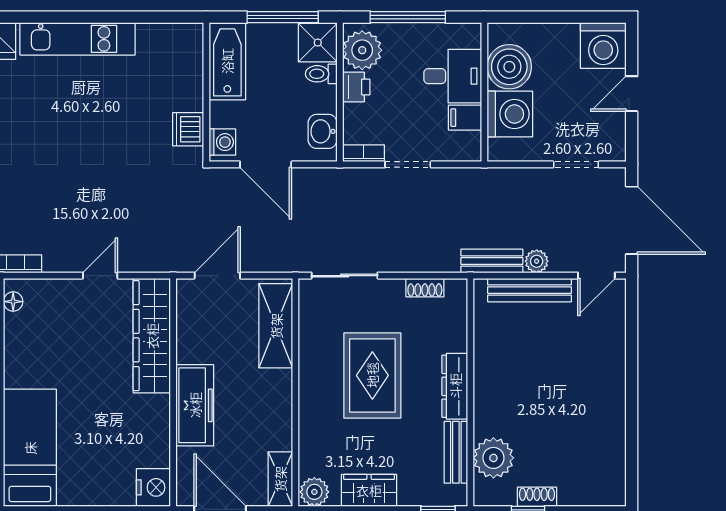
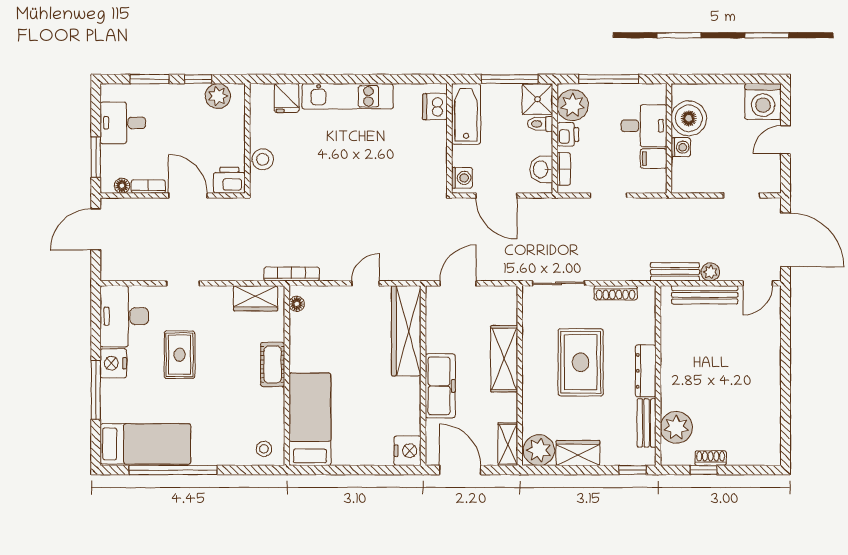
washing machine: (510, 114) -> (681, 147), width x0.53, depth x0.53
dishwasher: (188, 129) -> (435, 107), moved
bookcase: (363, 153) -> (564, 169), moved, turned 90
shoe rack: (425, 288) -> (616, 293), width x1.43
shelving: (276, 326) -> (504, 359), moved
plant: (314, 492) -> (539, 450), width x1.36, depth x1.36

